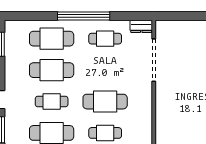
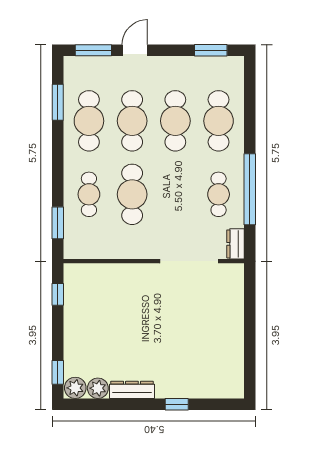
window: (84, 16) -> (250, 189), moved
cafe table: (52, 102) -> (132, 121), width x1.37, depth x1.35

